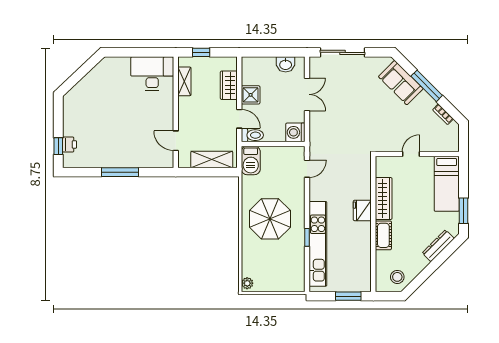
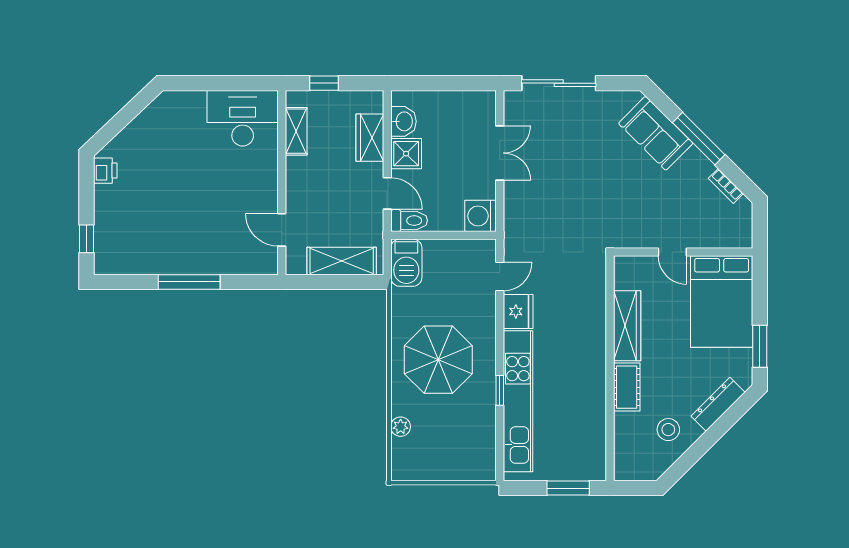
washbasin: (286, 64) -> (403, 121), moved, turned -90
printer: (70, 144) -> (105, 171), moved
door: (411, 154) -> (672, 252), swing flipped
bed: (447, 184) -> (722, 301), width x1.50
fridge: (362, 210) -> (518, 311), moved, turned 180
stool: (397, 277) -> (668, 430), moved
plant: (247, 283) -> (401, 427), moved

